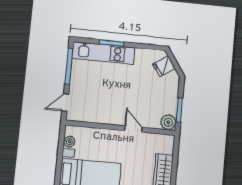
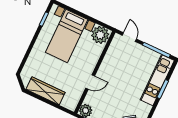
plant: (69, 142) -> (100, 35), width x1.87, depth x1.87

